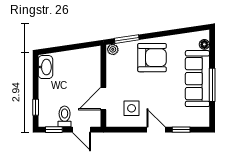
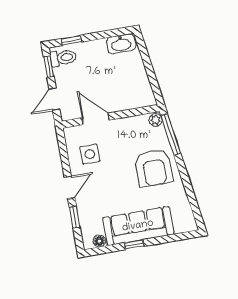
window: (127, 39) -> (171, 134), width x1.44
floor lamp: (204, 44) -> (99, 241), moved
window: (212, 85) -> (134, 245), width x0.46
toilet: (65, 116) -> (63, 58), moved

